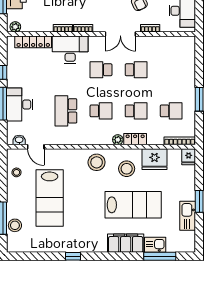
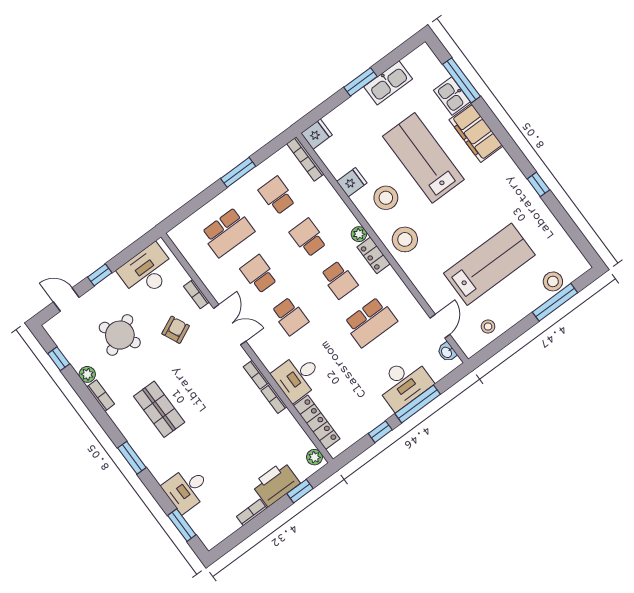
desk: (70, 50) -> (298, 377), width x0.73
school desk: (171, 70) -> (228, 232), added
school desk: (101, 111) -> (339, 280), turned 180
locker: (135, 139) -> (374, 255), moved
fridge: (154, 159) -> (352, 182), width x0.53, depth x0.75

